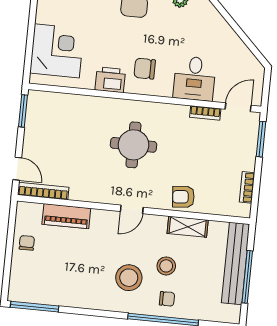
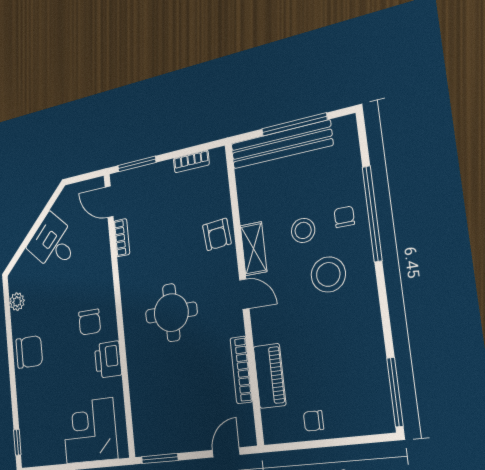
desk: (194, 78) -> (53, 243), moved, turned -135
bookcase: (43, 191) -> (241, 370), moved
shelving: (188, 227) -> (254, 249), moved

